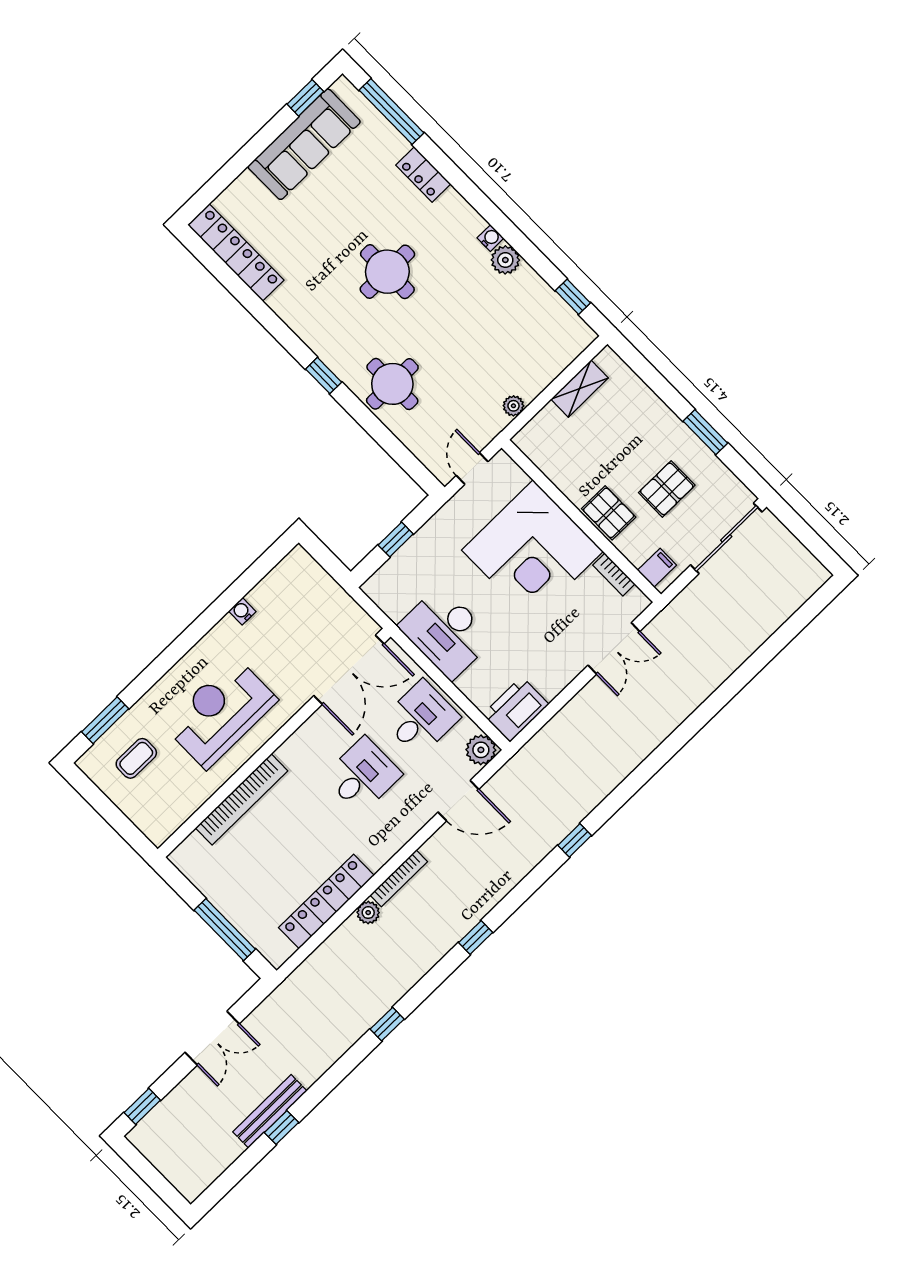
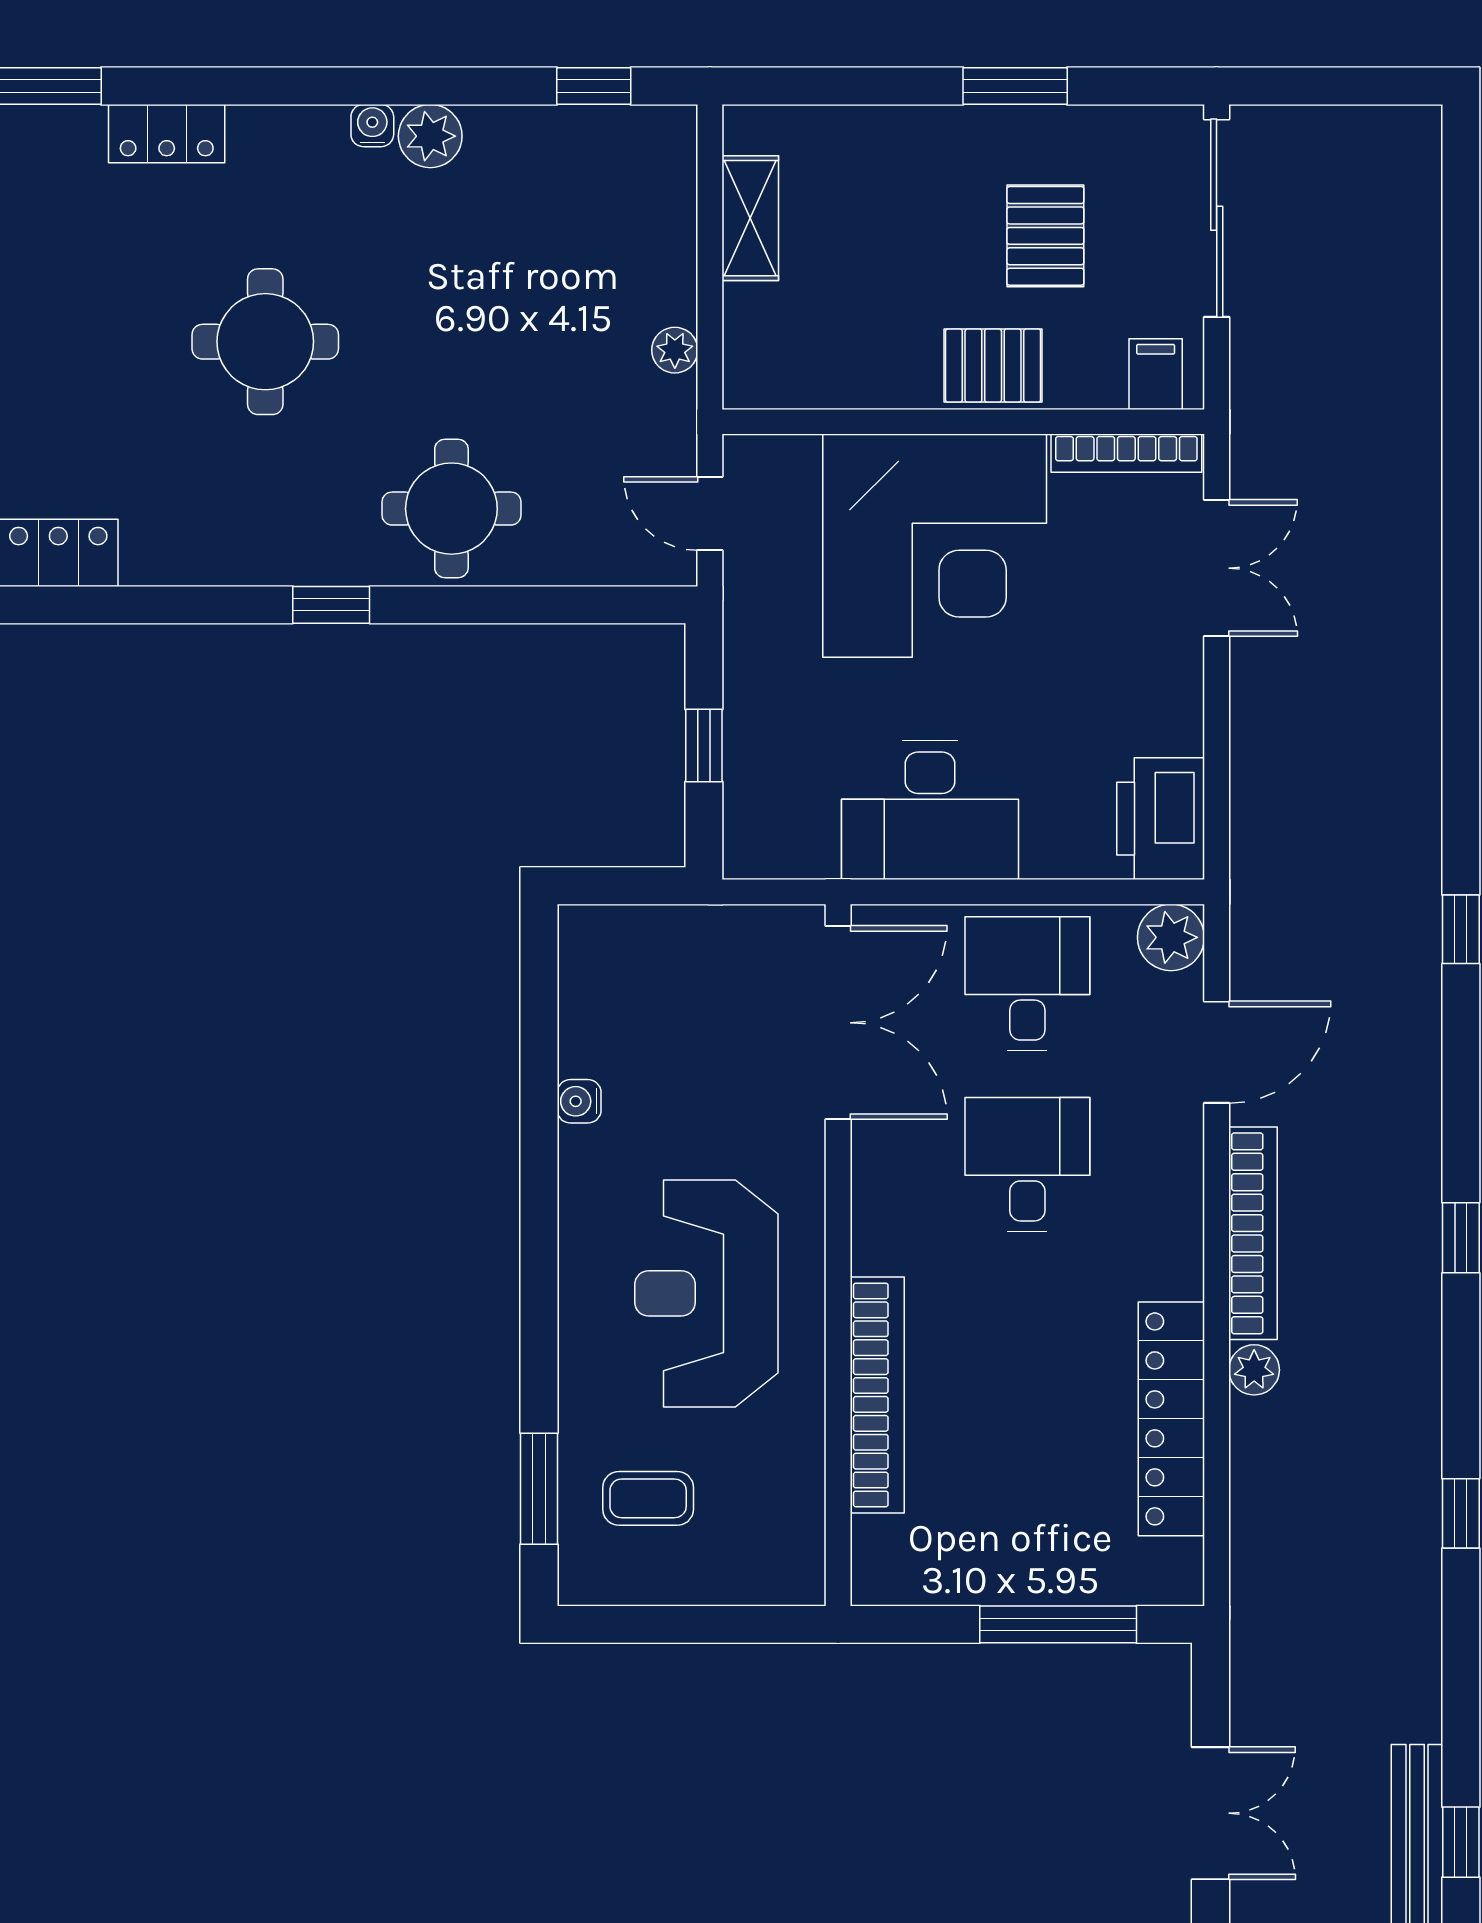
bookcase: (614, 575) -> (1126, 453), width x1.56
coffee table: (136, 758) -> (648, 1498), turned 90
bookcase: (399, 878) -> (1253, 1233), width x1.48, depth x1.31

